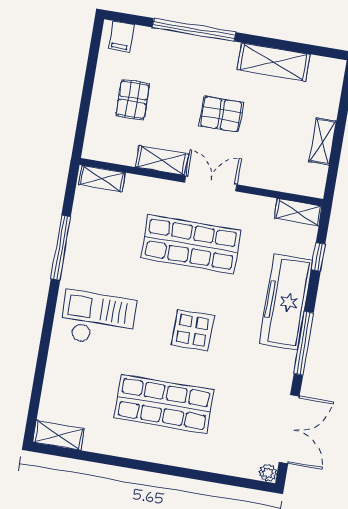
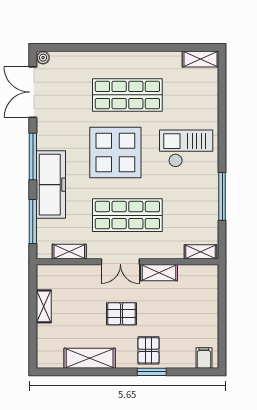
window: (194, 30) -> (152, 372), width x0.47
pallet: (133, 100) -> (149, 350), moved
shelving: (298, 212) -> (69, 252), moved
window: (318, 257) -> (33, 221), width x2.17
checkout: (98, 319) -> (186, 149), turned 180
display table: (193, 330) -> (115, 152), width x1.86, depth x1.86

